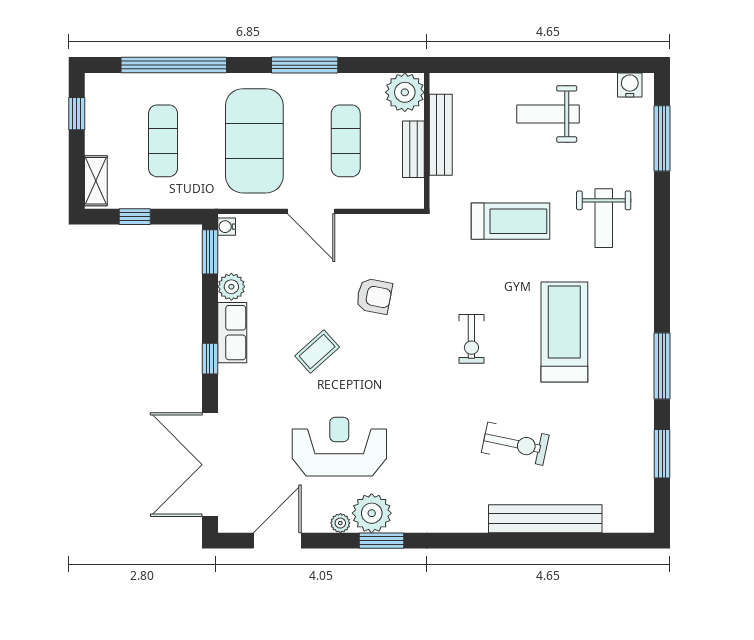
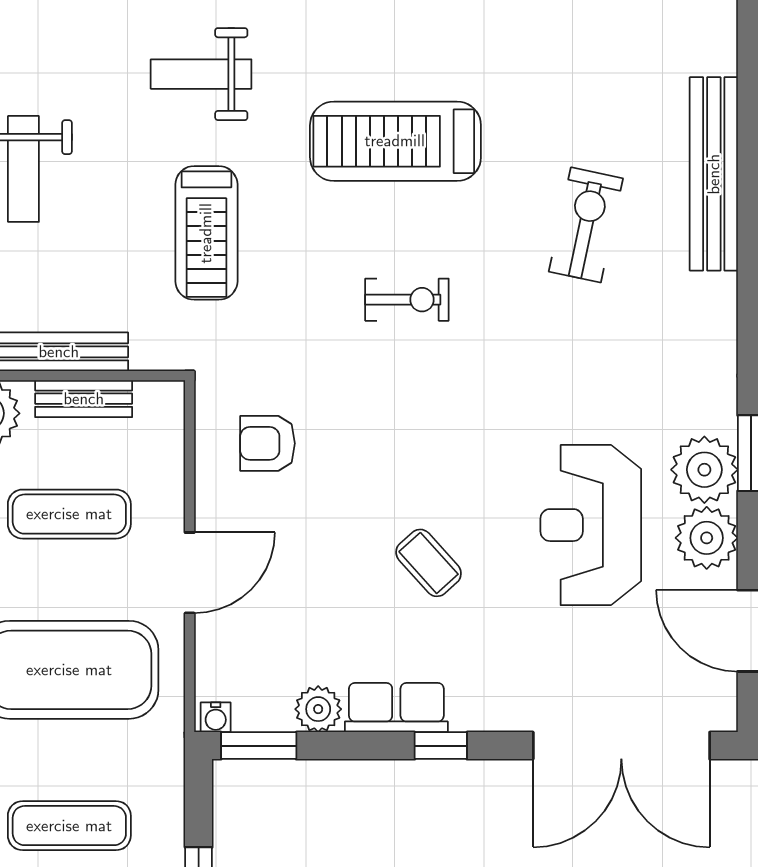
weight bench: (604, 218) -> (201, 74), turned 180
treadmill: (511, 221) -> (206, 233), turned 180
armchair: (374, 296) -> (267, 443), moved, turned -101
plant: (340, 523) -> (707, 538), width x1.87, depth x1.87

